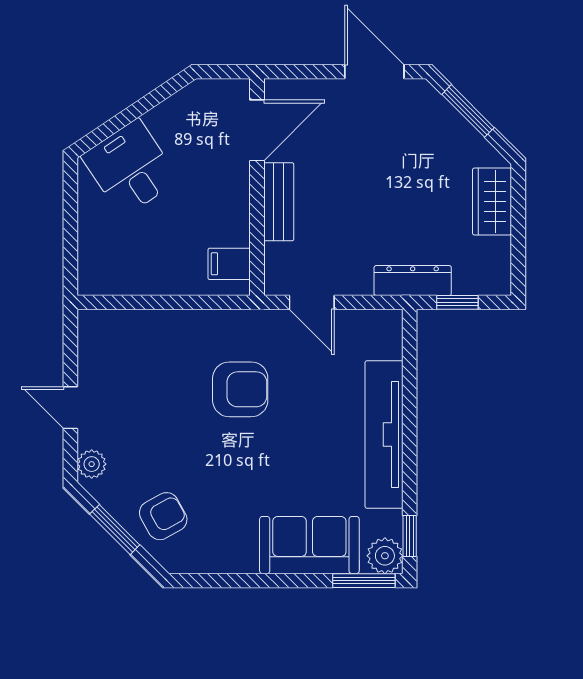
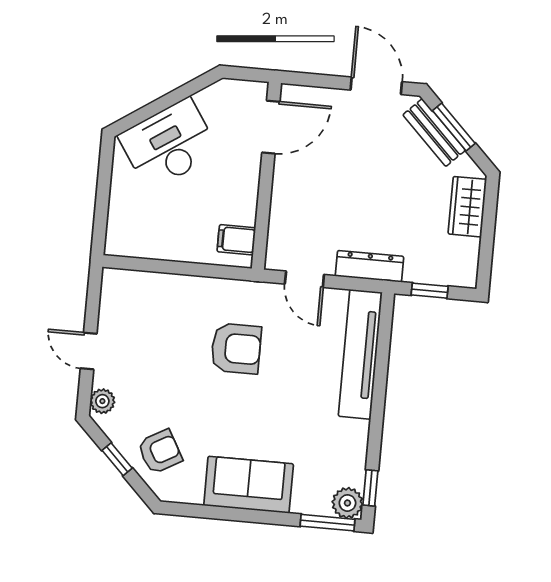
desk: (130, 168) -> (169, 144), width x1.37
bench: (279, 202) -> (434, 133), moved, turned -45
dresser: (413, 281) -> (369, 266), moved
tv unit: (384, 434) -> (360, 354), moved
window: (115, 530) -> (117, 459), width x0.67
sofa: (309, 545) -> (249, 485), moved

